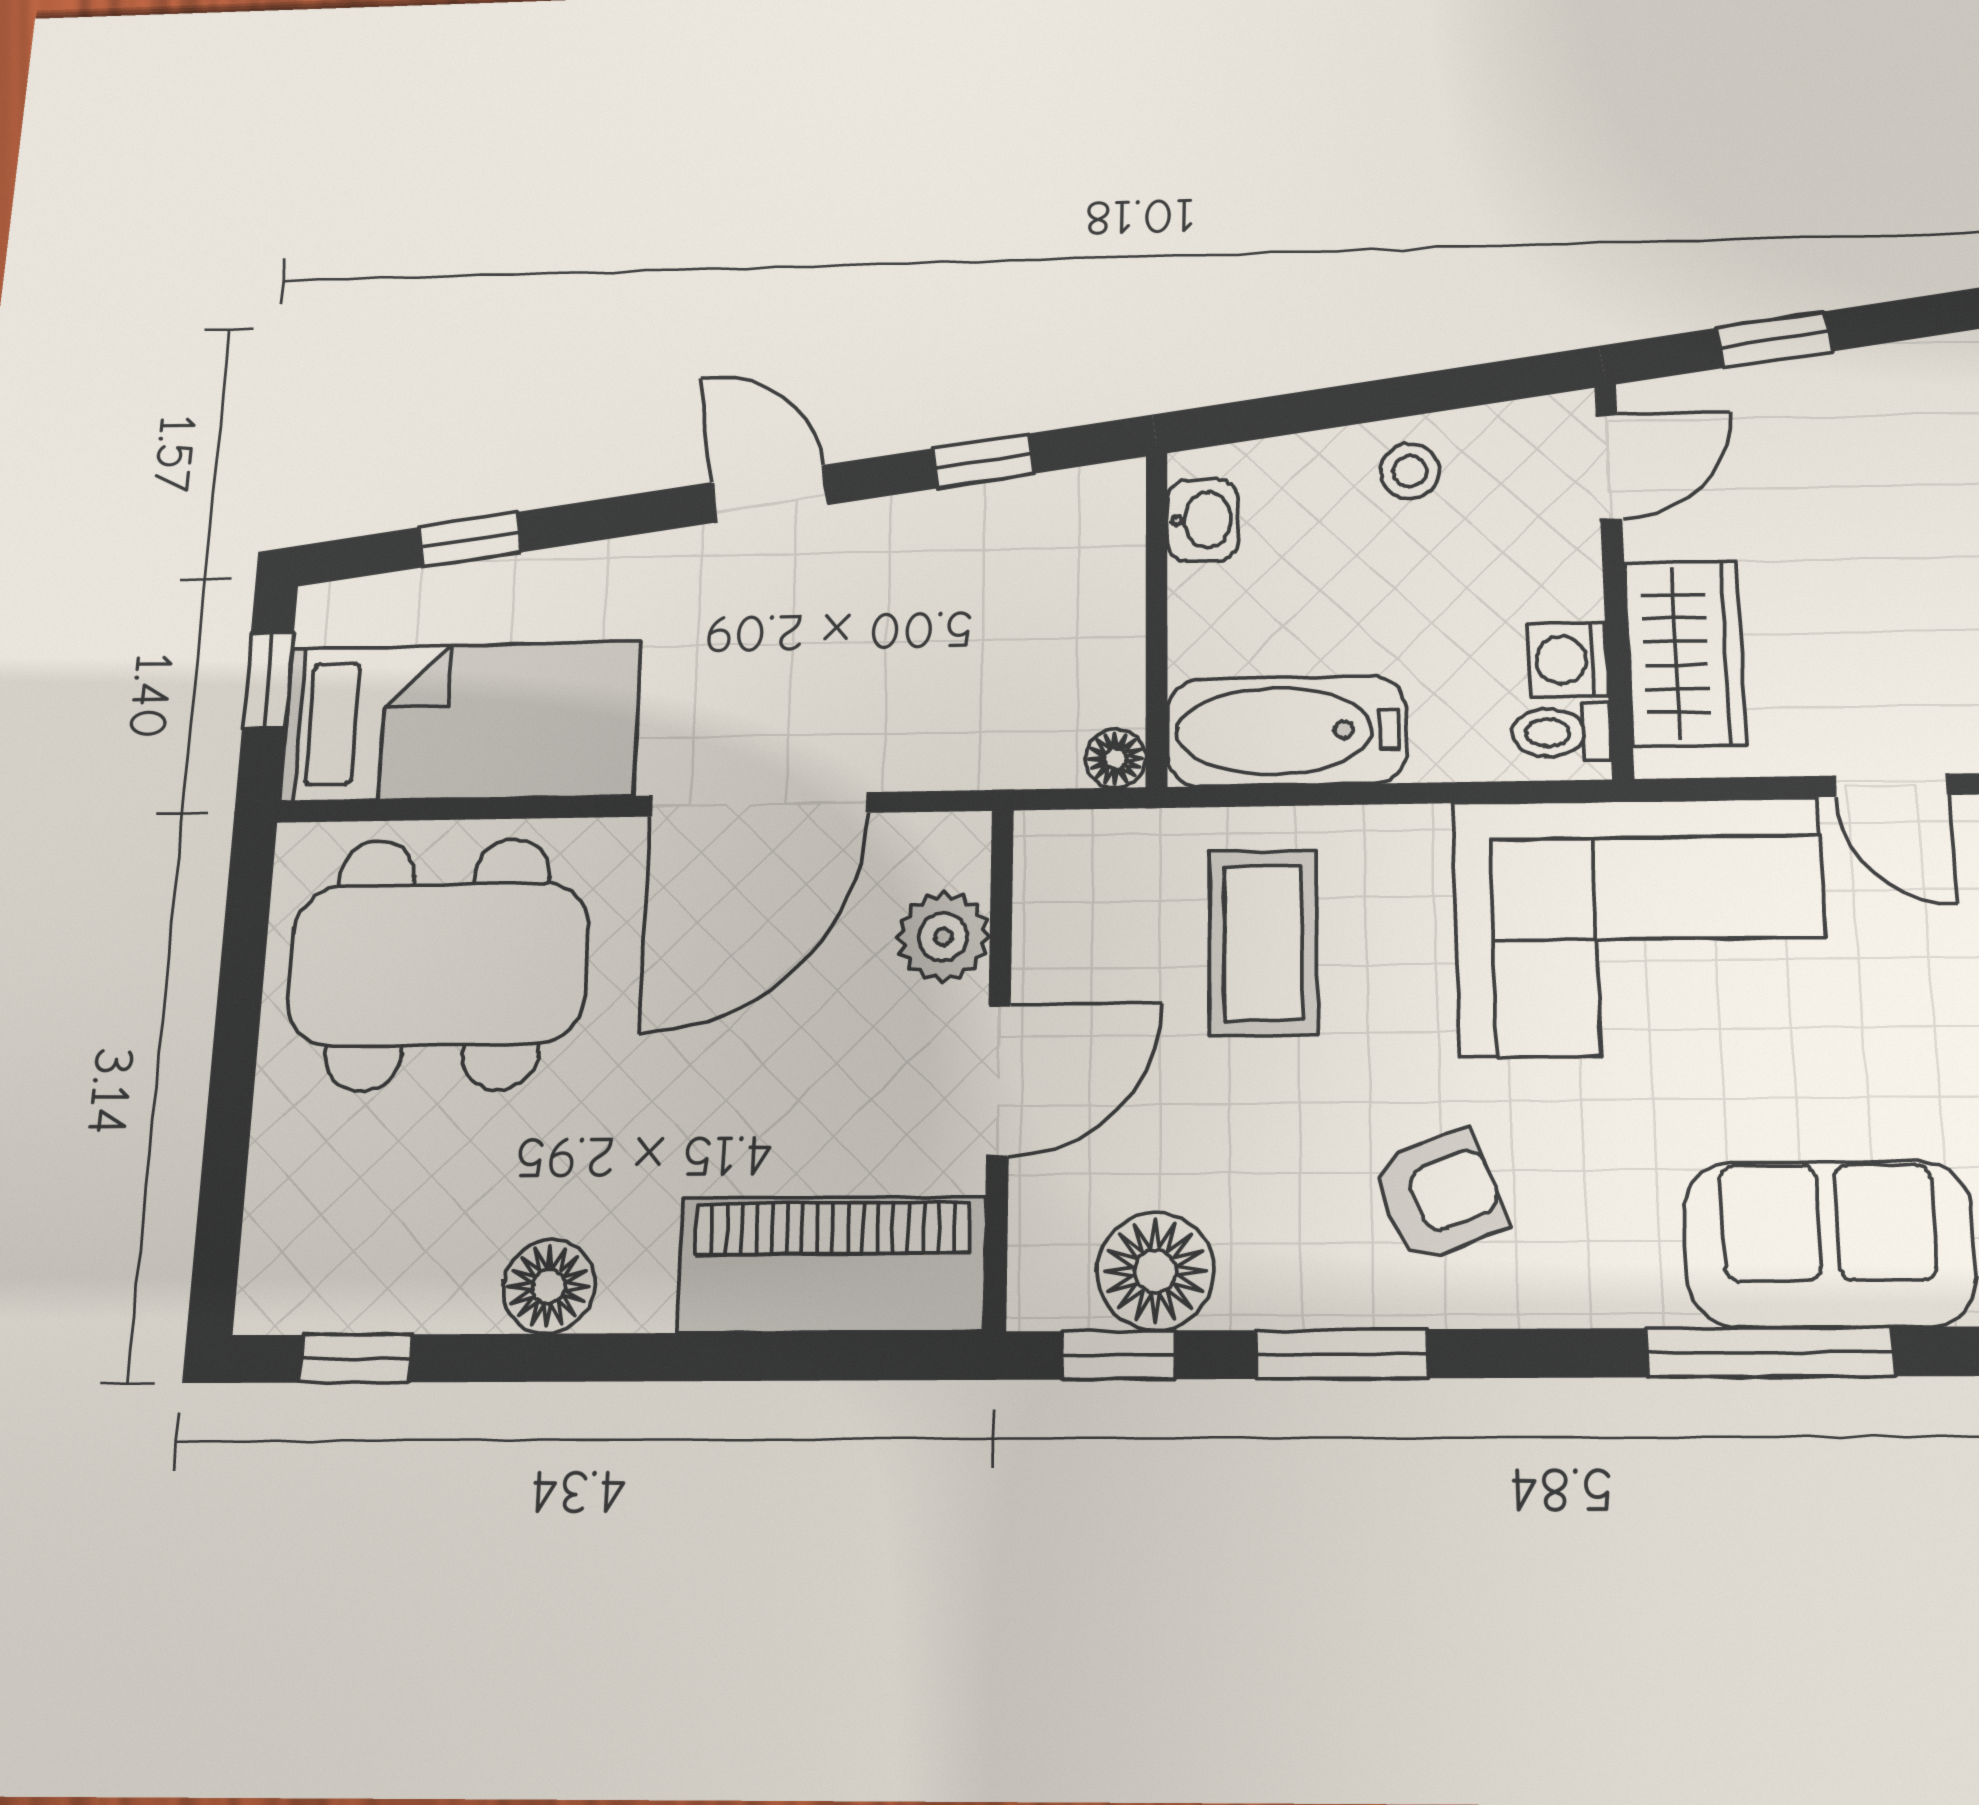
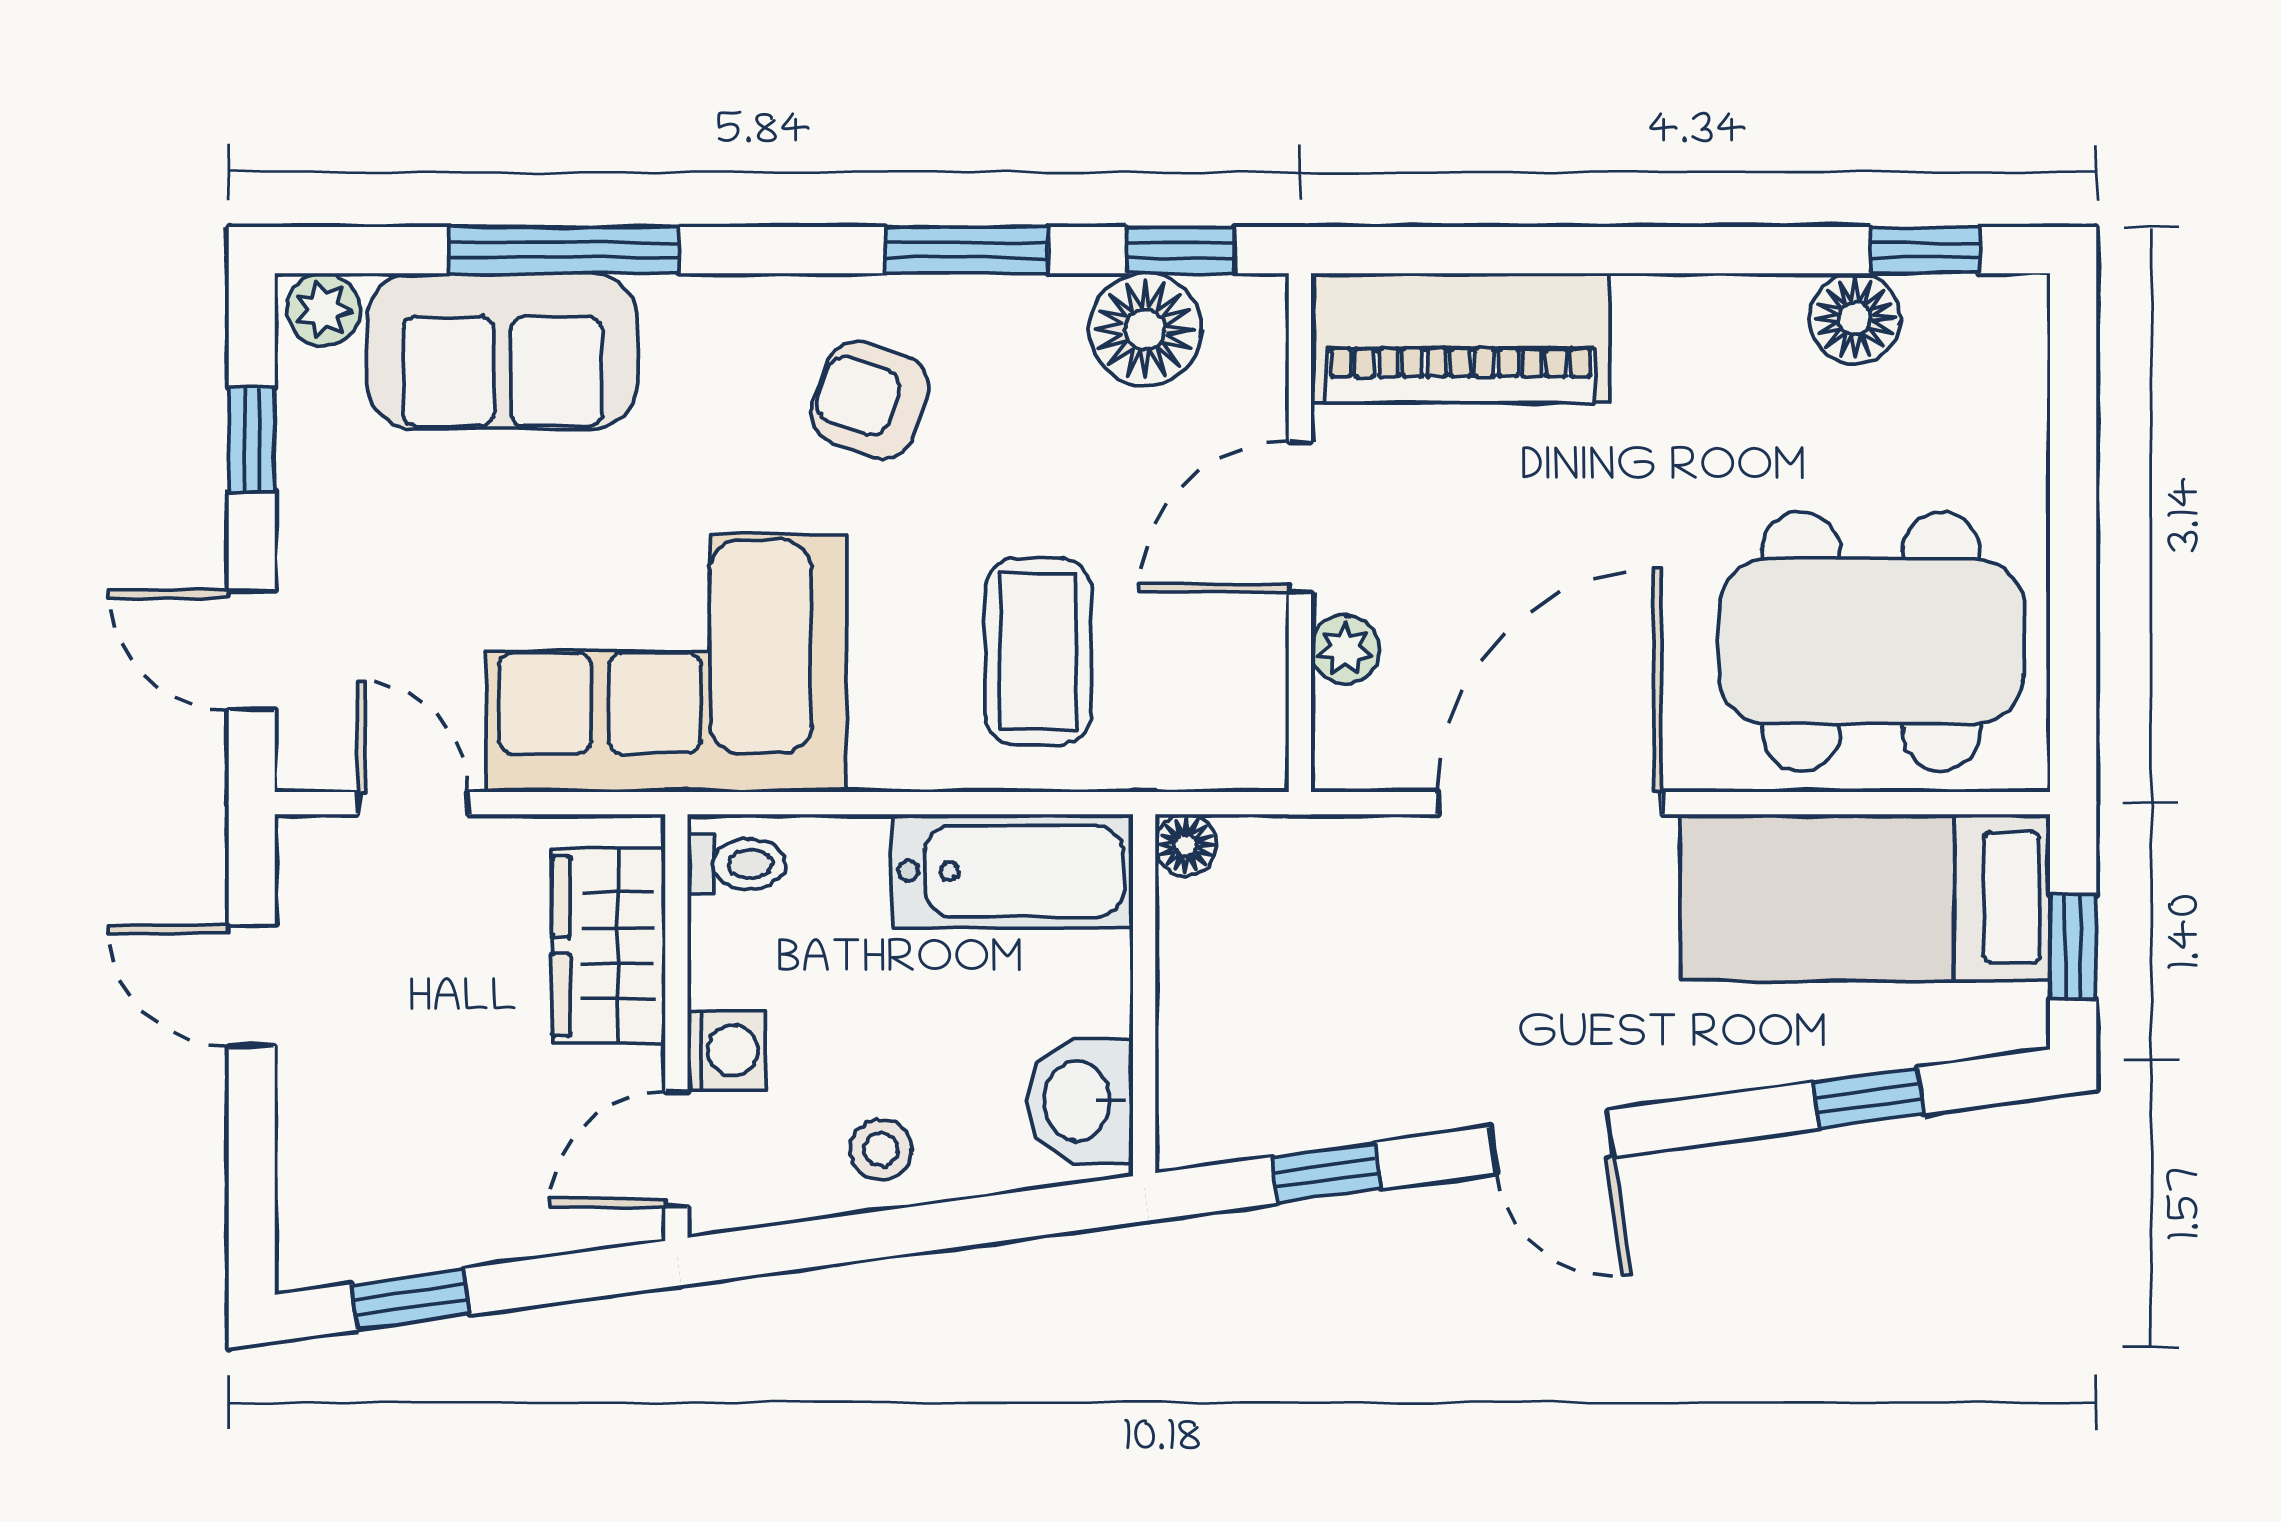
window: (1774, 340) -> (411, 1299), moved
washbasin: (1202, 520) -> (1080, 1101), width x1.38, depth x1.45
washing machine: (1568, 660) -> (727, 1051), moved
plant: (943, 937) -> (1345, 649), width x0.73, depth x0.73
armchair: (1440, 1195) -> (870, 400), turned 40
floor lamp: (549, 1286) -> (1855, 318), moved

